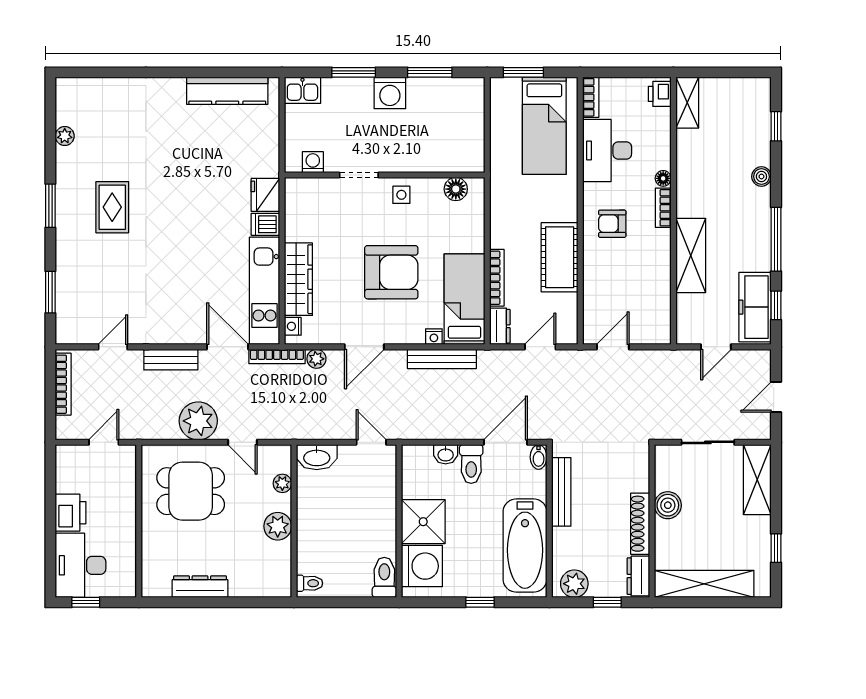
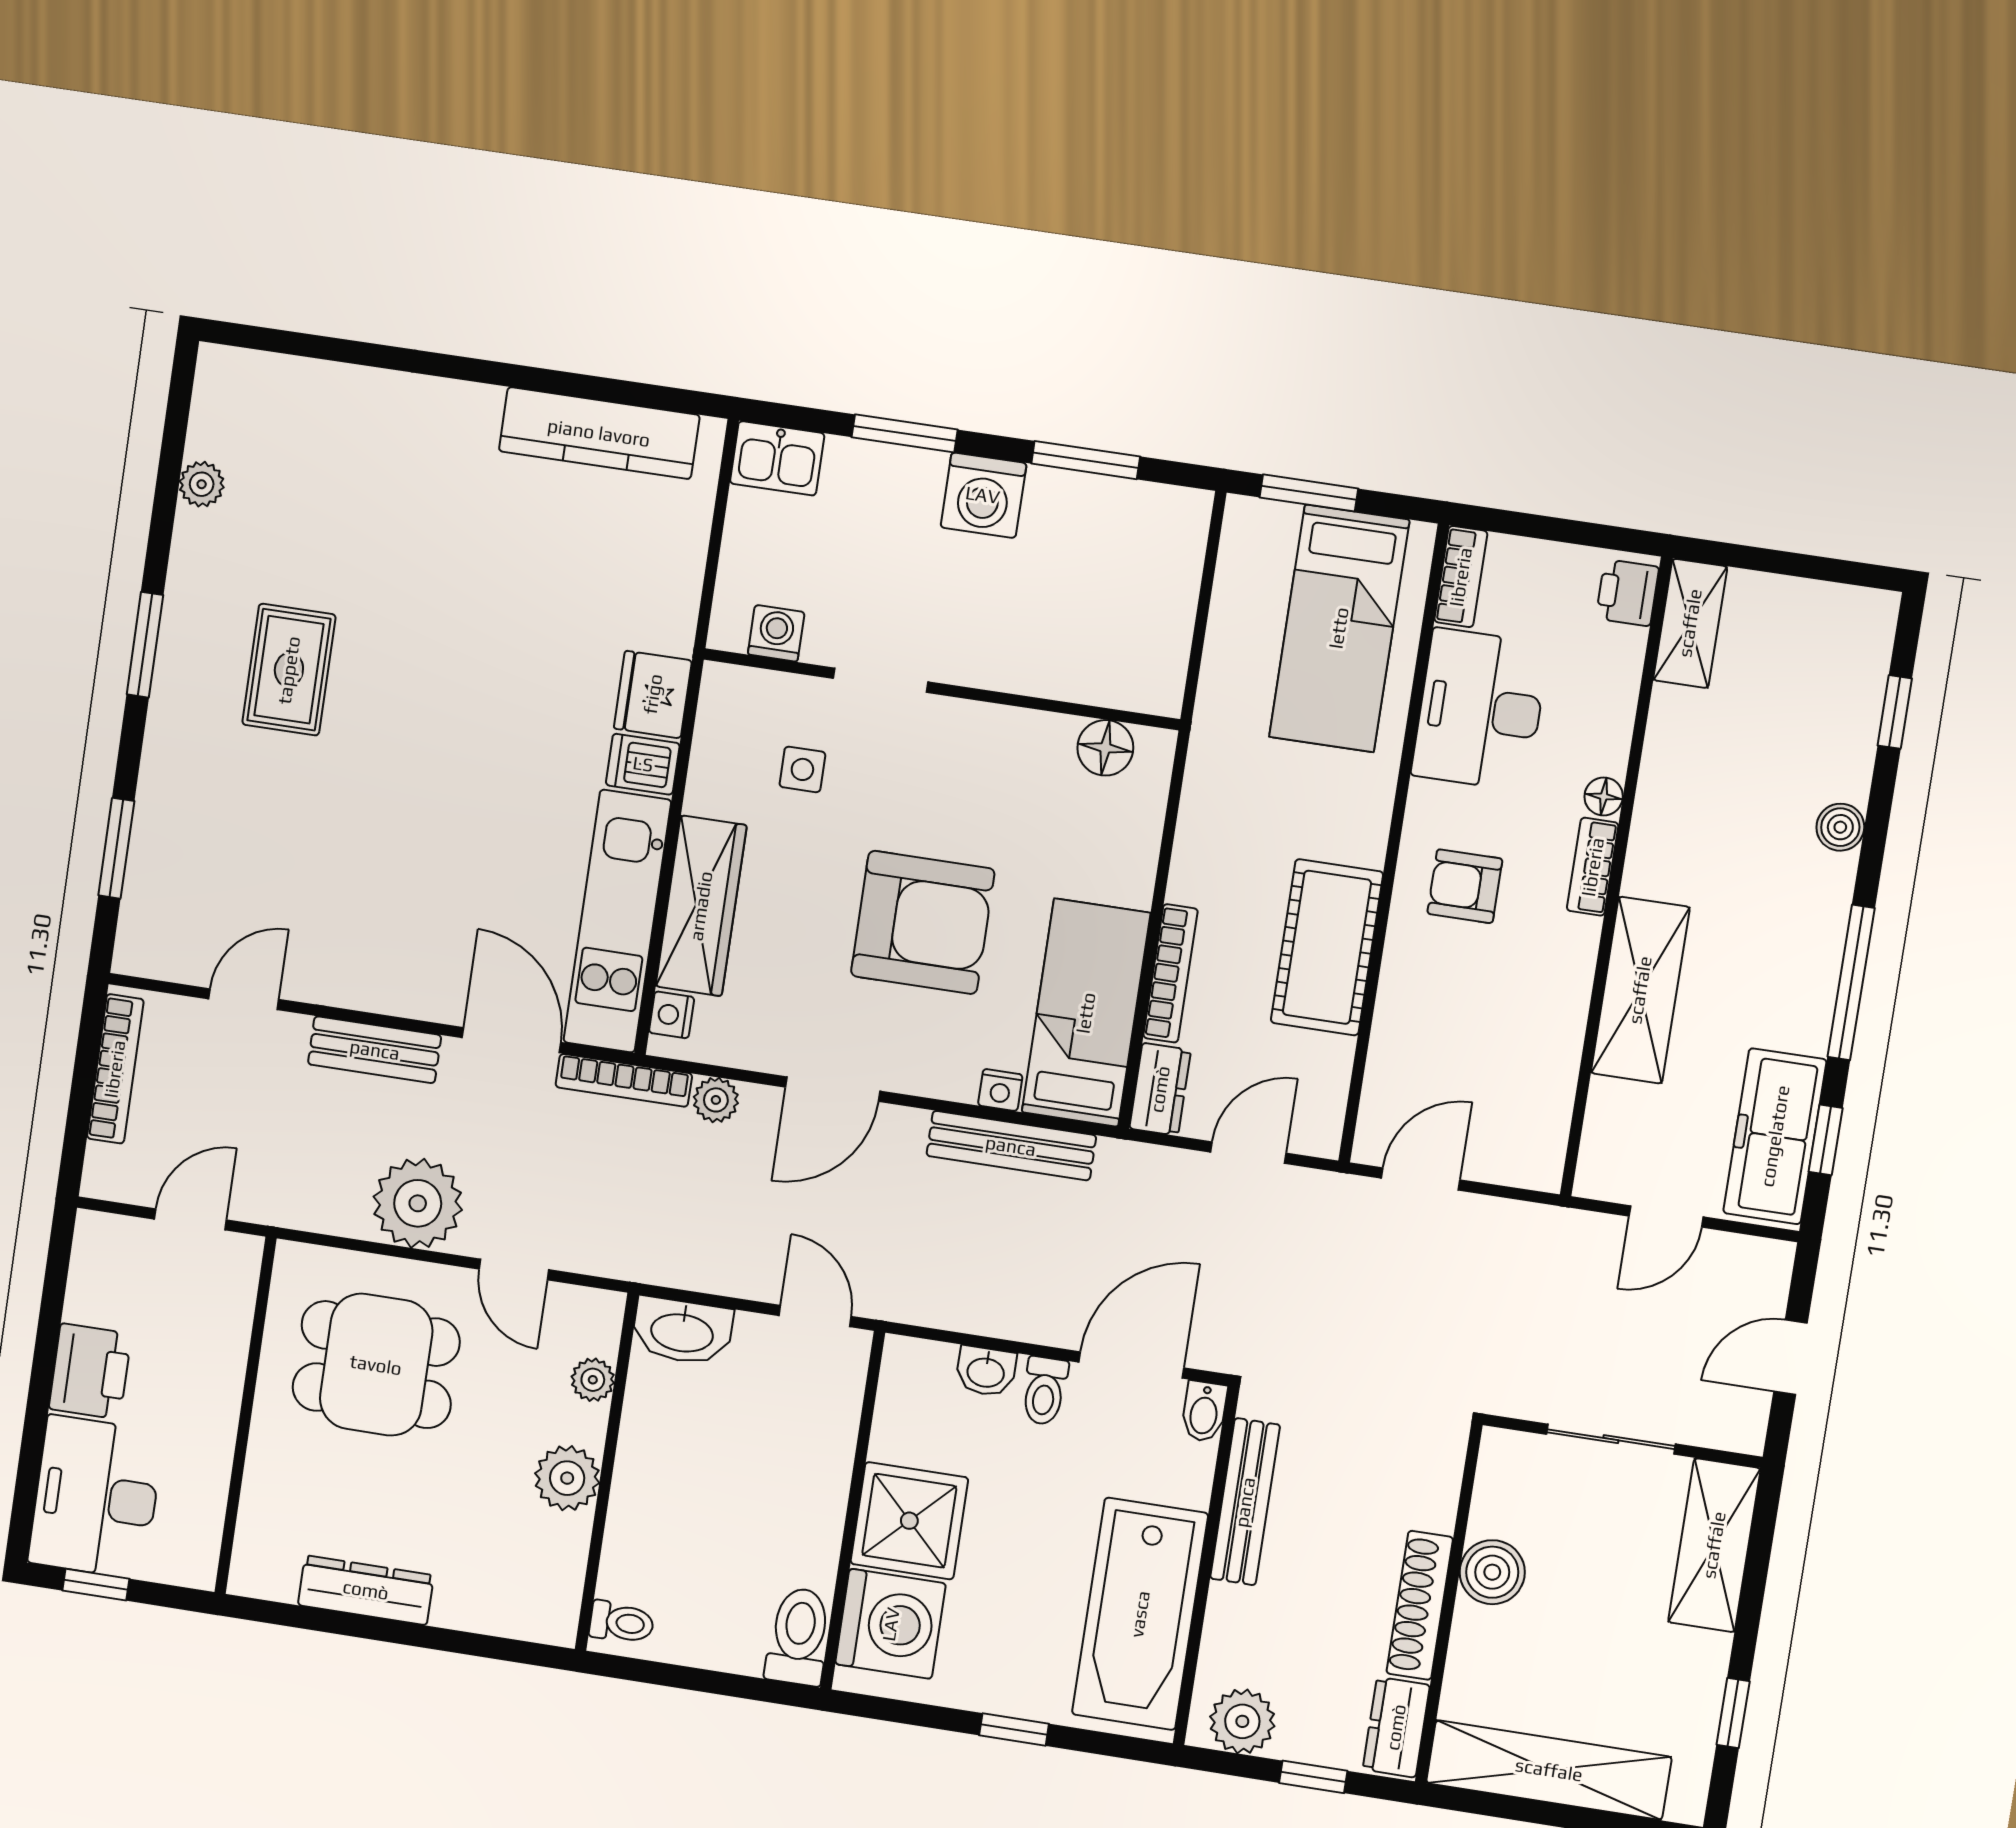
side table: (401, 195) -> (802, 769), moved
toilet: (471, 464) -> (1044, 1391), width x0.73, depth x0.72

